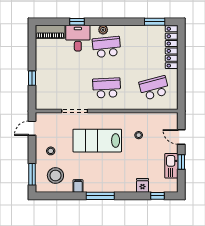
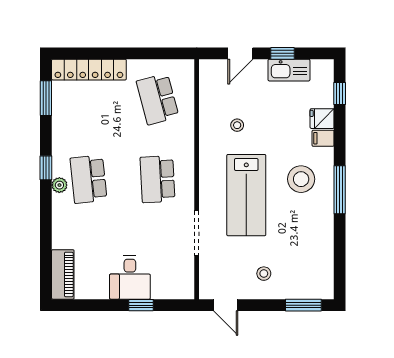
window: (77, 22) -> (46, 168), moved
desk: (78, 38) -> (130, 277), moved, turned -90
stool: (55, 175) -> (301, 179), moved
filing cabinet: (78, 186) -> (323, 138), moved

